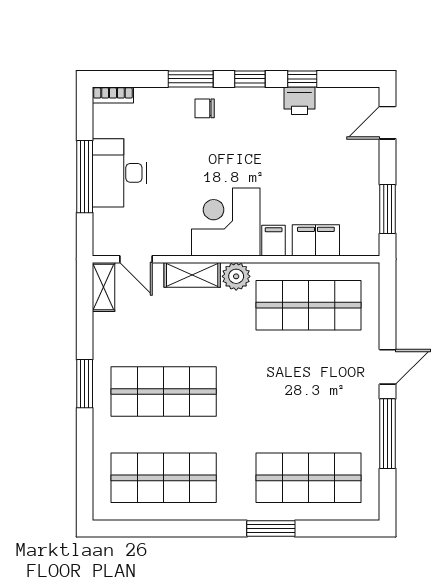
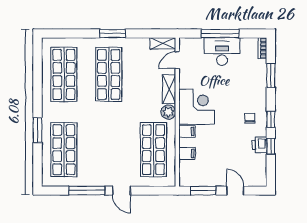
window: (191, 79) -> (271, 75), moved
chair: (205, 108) -> (250, 118), moved
door: (388, 123) -> (235, 191), moved
filing cabinet: (316, 240) -> (187, 153), width x0.50

